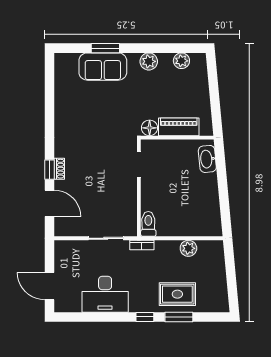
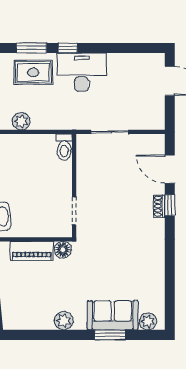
plant: (181, 61) -> (148, 321), moved
bookcase: (142, 245) -> (71, 125), removed
desk: (105, 294) -> (82, 72), moved

